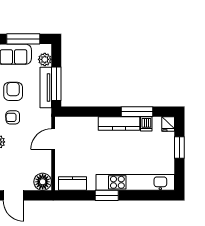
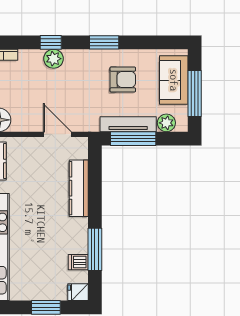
armchair: (13, 117) -> (87, 79), removed
kitchen counter: (119, 123) -> (79, 188), moved

